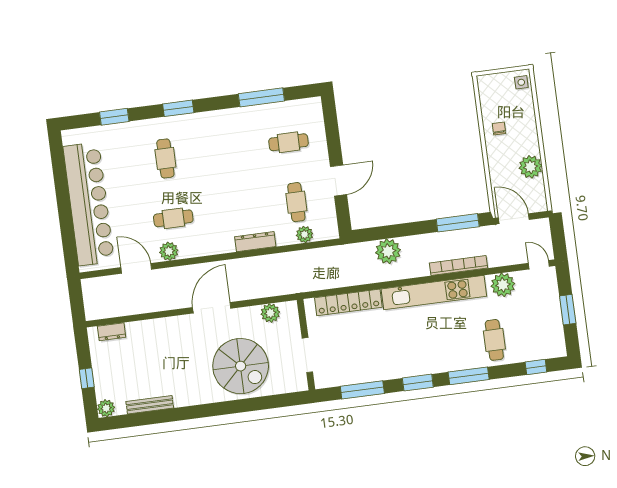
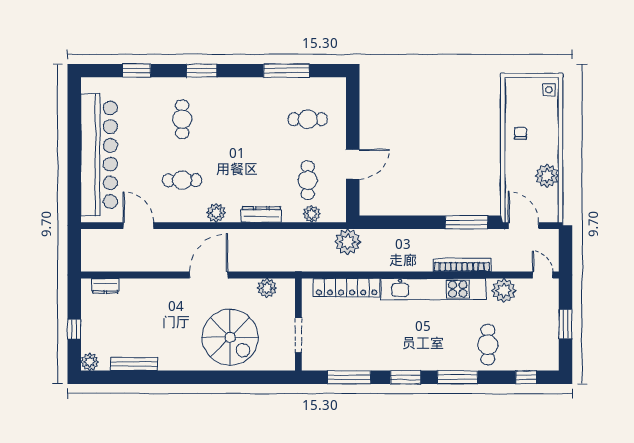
plant: (169, 251) -> (216, 213), moved
plant: (388, 251) -> (348, 242), moved

